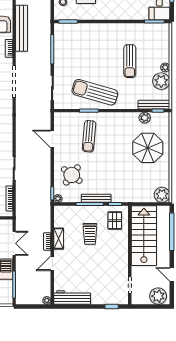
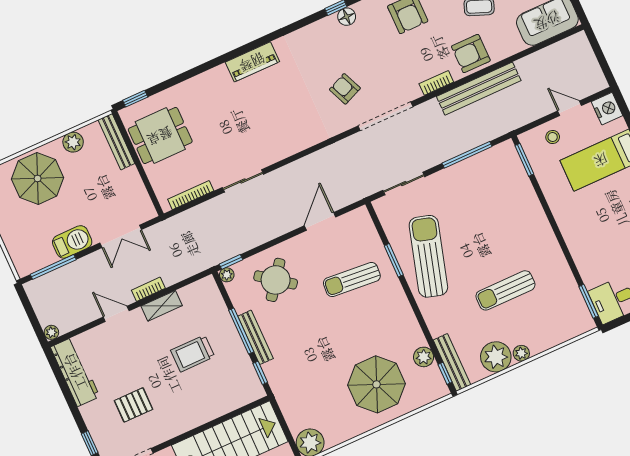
pallet: (115, 221) -> (133, 405), moved

